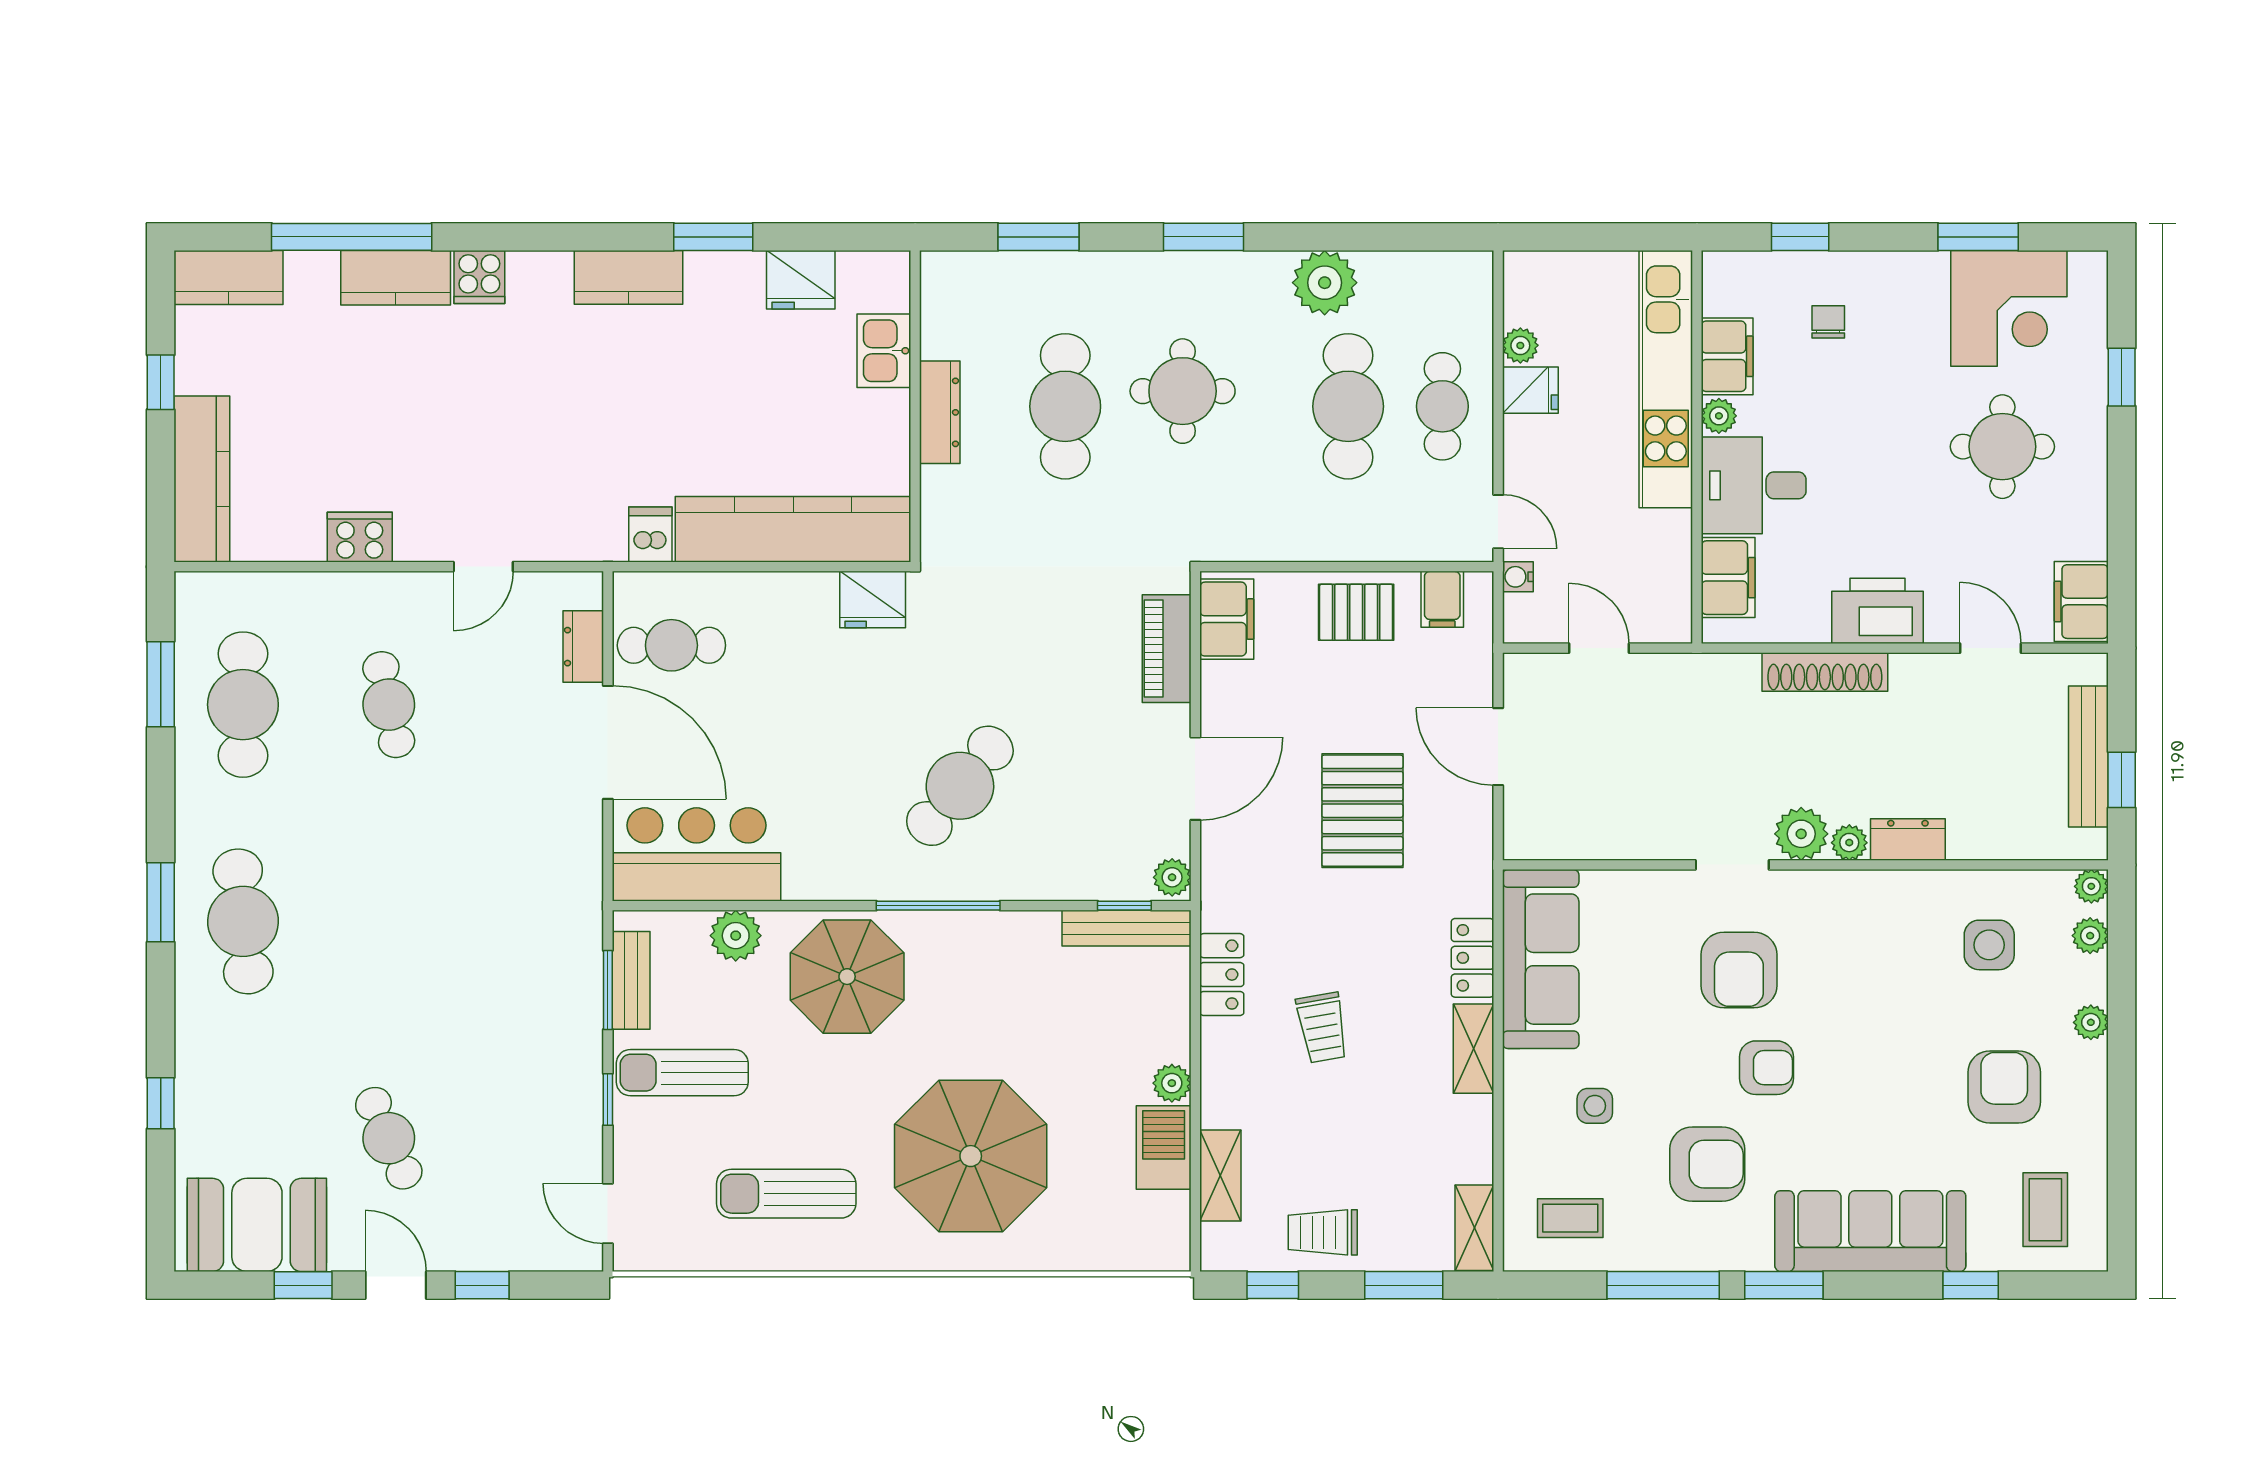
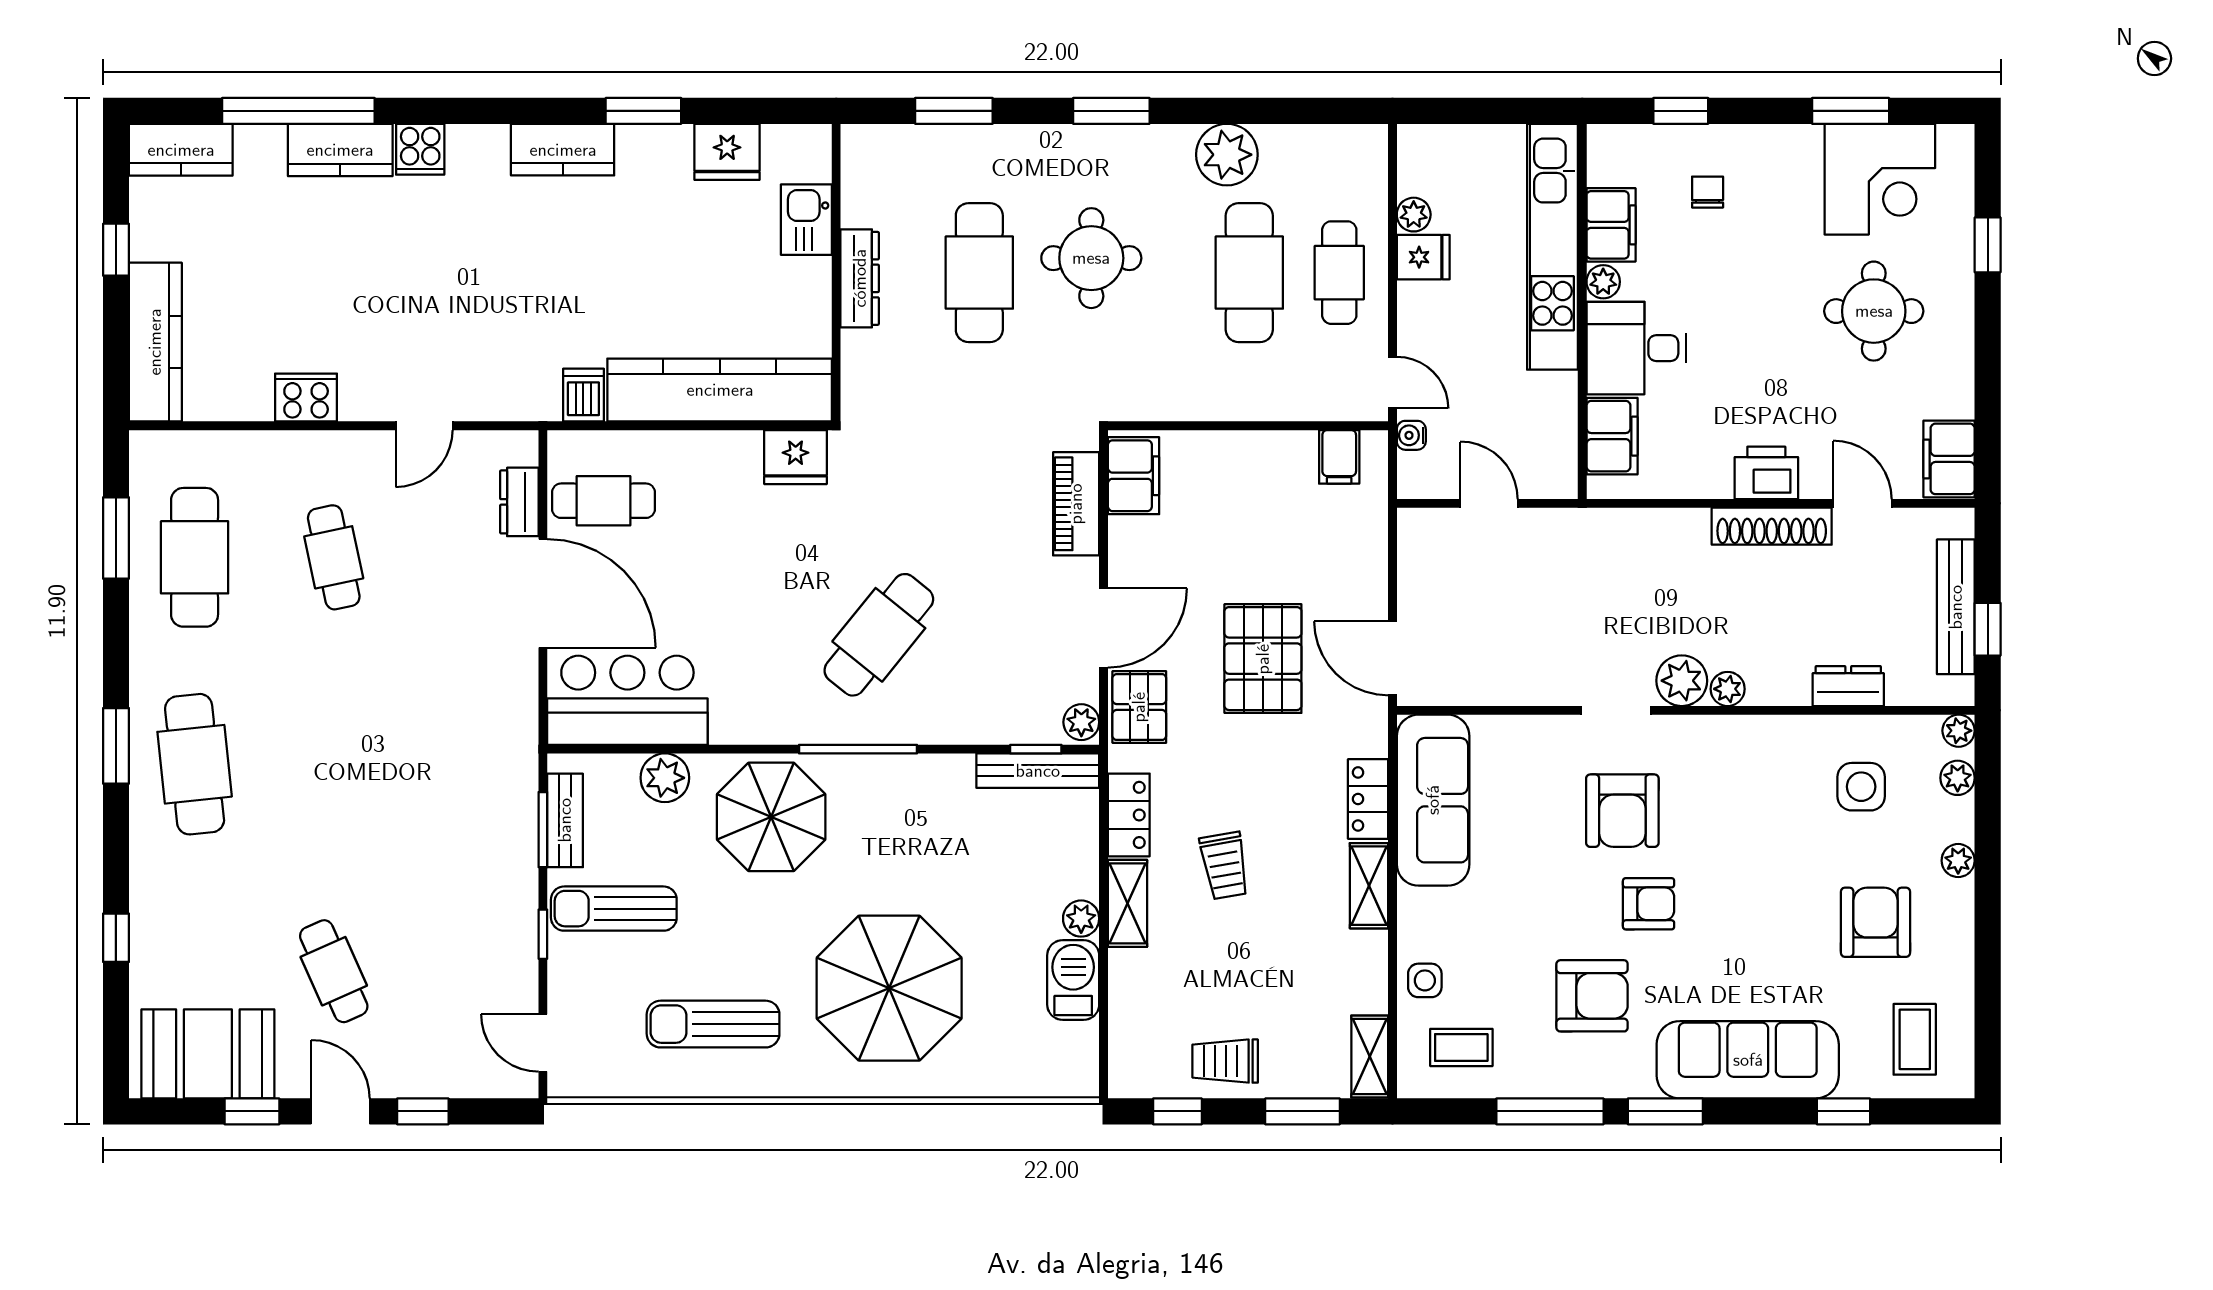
printer: (1877, 611) -> (1766, 473), width x0.73, depth x0.84
pallet: (1356, 612) -> (1139, 707), moved, turned 90
shoe rack: (1825, 672) -> (1772, 526), moved
door: (1498, 747) -> (1392, 658), moved
dresser: (1908, 839) -> (1848, 686), moved
side table: (1595, 1106) -> (1425, 980), moved
shelving: (1220, 1175) -> (1127, 903), moved

